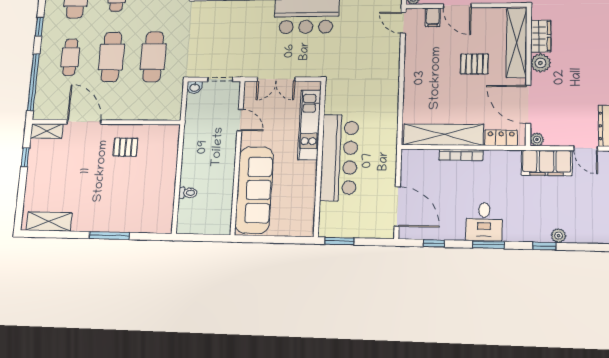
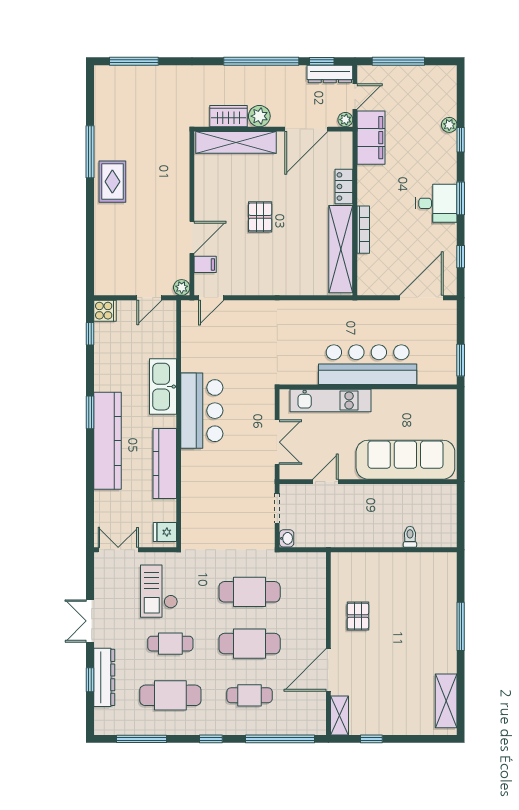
wardrobe: (541, 36) -> (229, 116), moved
shelving: (517, 43) -> (236, 142), moved
plant: (541, 63) -> (259, 116), moved
wall: (528, 75) -> (273, 129), moved
door: (528, 104) -> (306, 129), moved
plant: (537, 139) -> (345, 120), moved

